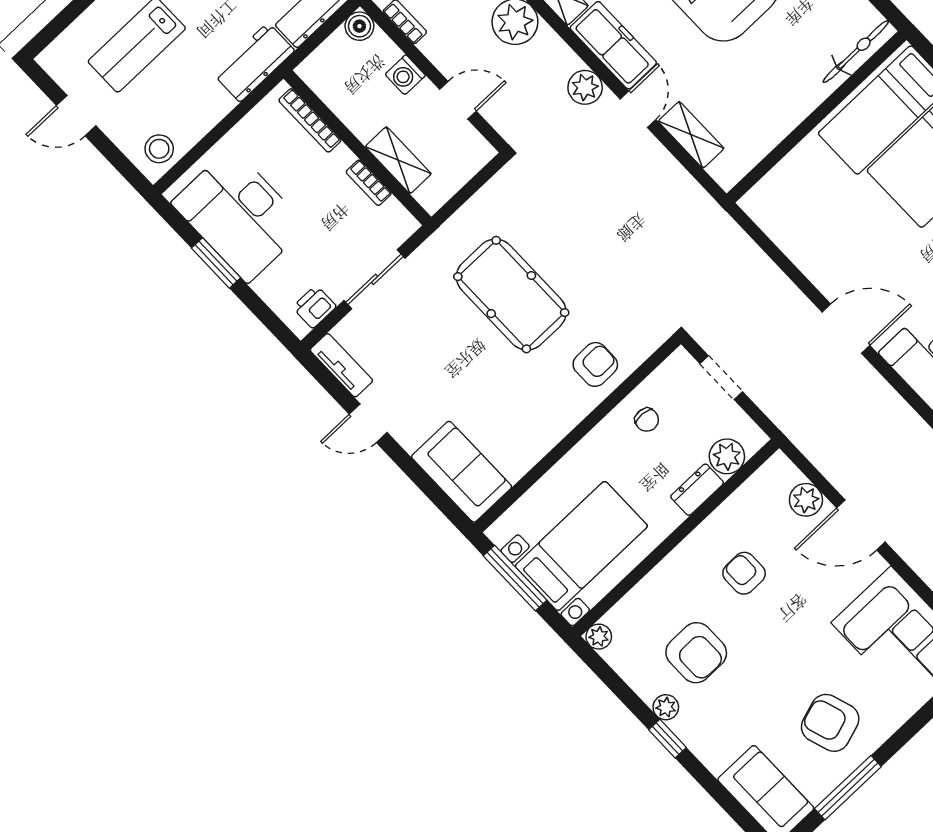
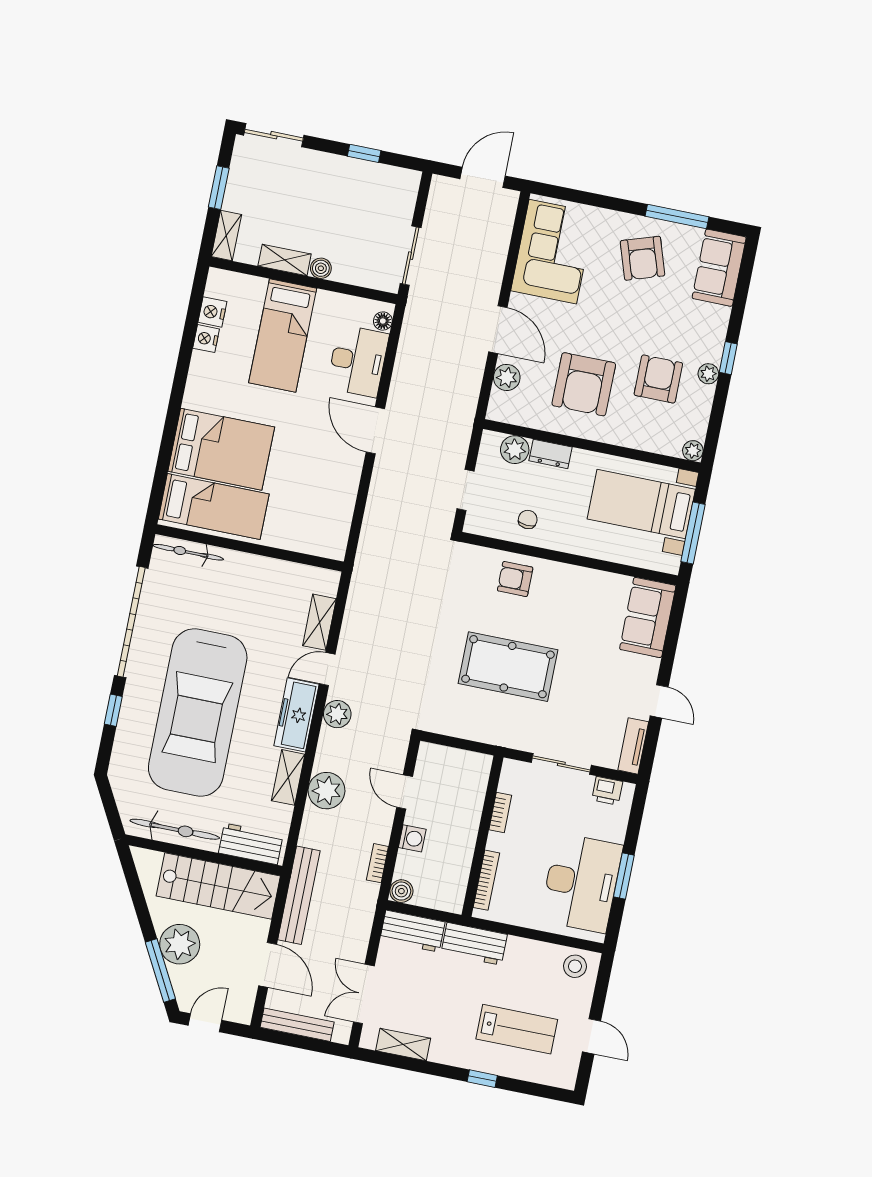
shelving: (398, 160) -> (472, 803), removed
pool table: (511, 295) -> (508, 667), turned 90
armchair: (744, 573) -> (584, 384), width x1.88, depth x1.88

